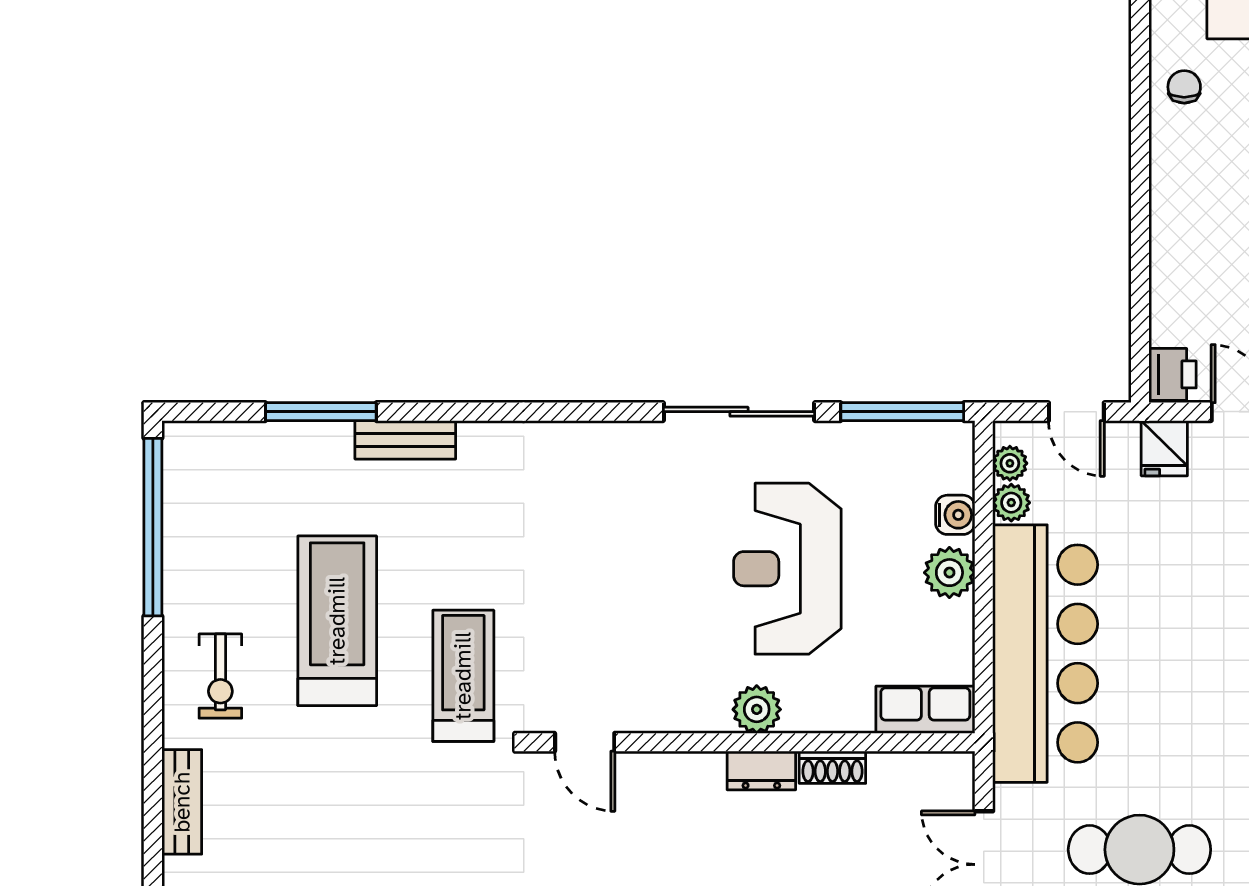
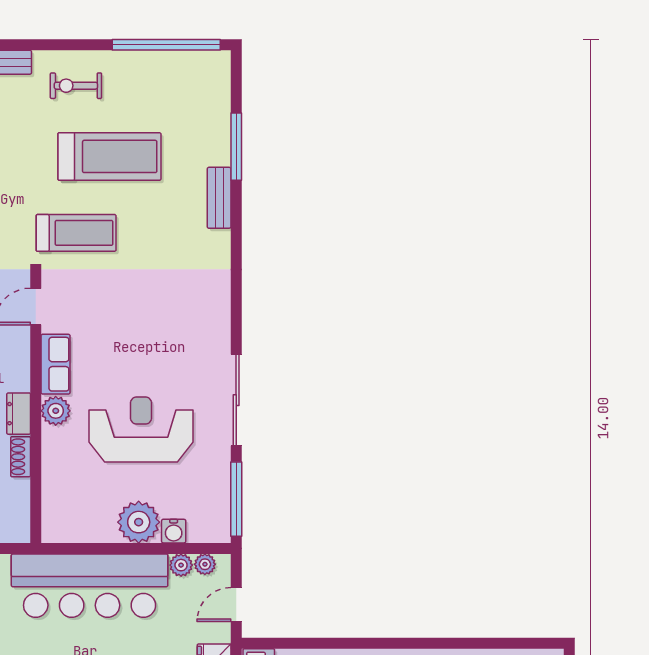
plant: (949, 573) -> (139, 522), width x1.36, depth x1.36
row of seats: (925, 710) -> (56, 364), moved

